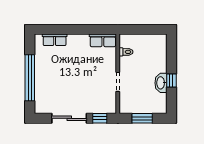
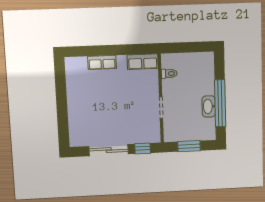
row of seats: (55, 40) -> (102, 62), moved
window: (30, 78) -> (62, 107), removed
window: (171, 81) -> (220, 103), width x3.17

